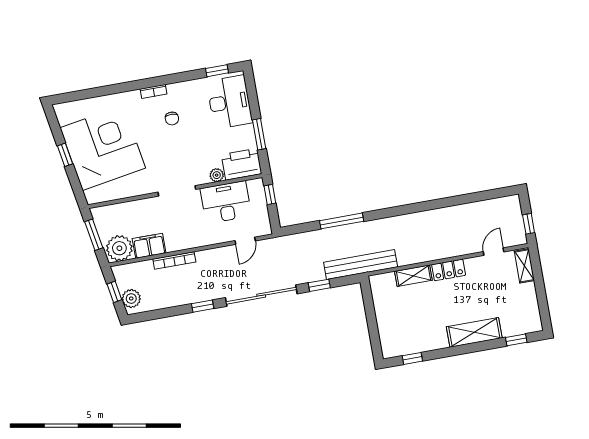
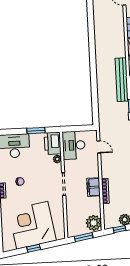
window: (270, 195) -> (73, 129), removed
desk: (226, 202) -> (74, 145), moved
window: (342, 221) -> (94, 88), removed
filing cabinet: (149, 246) -> (94, 187), moved

